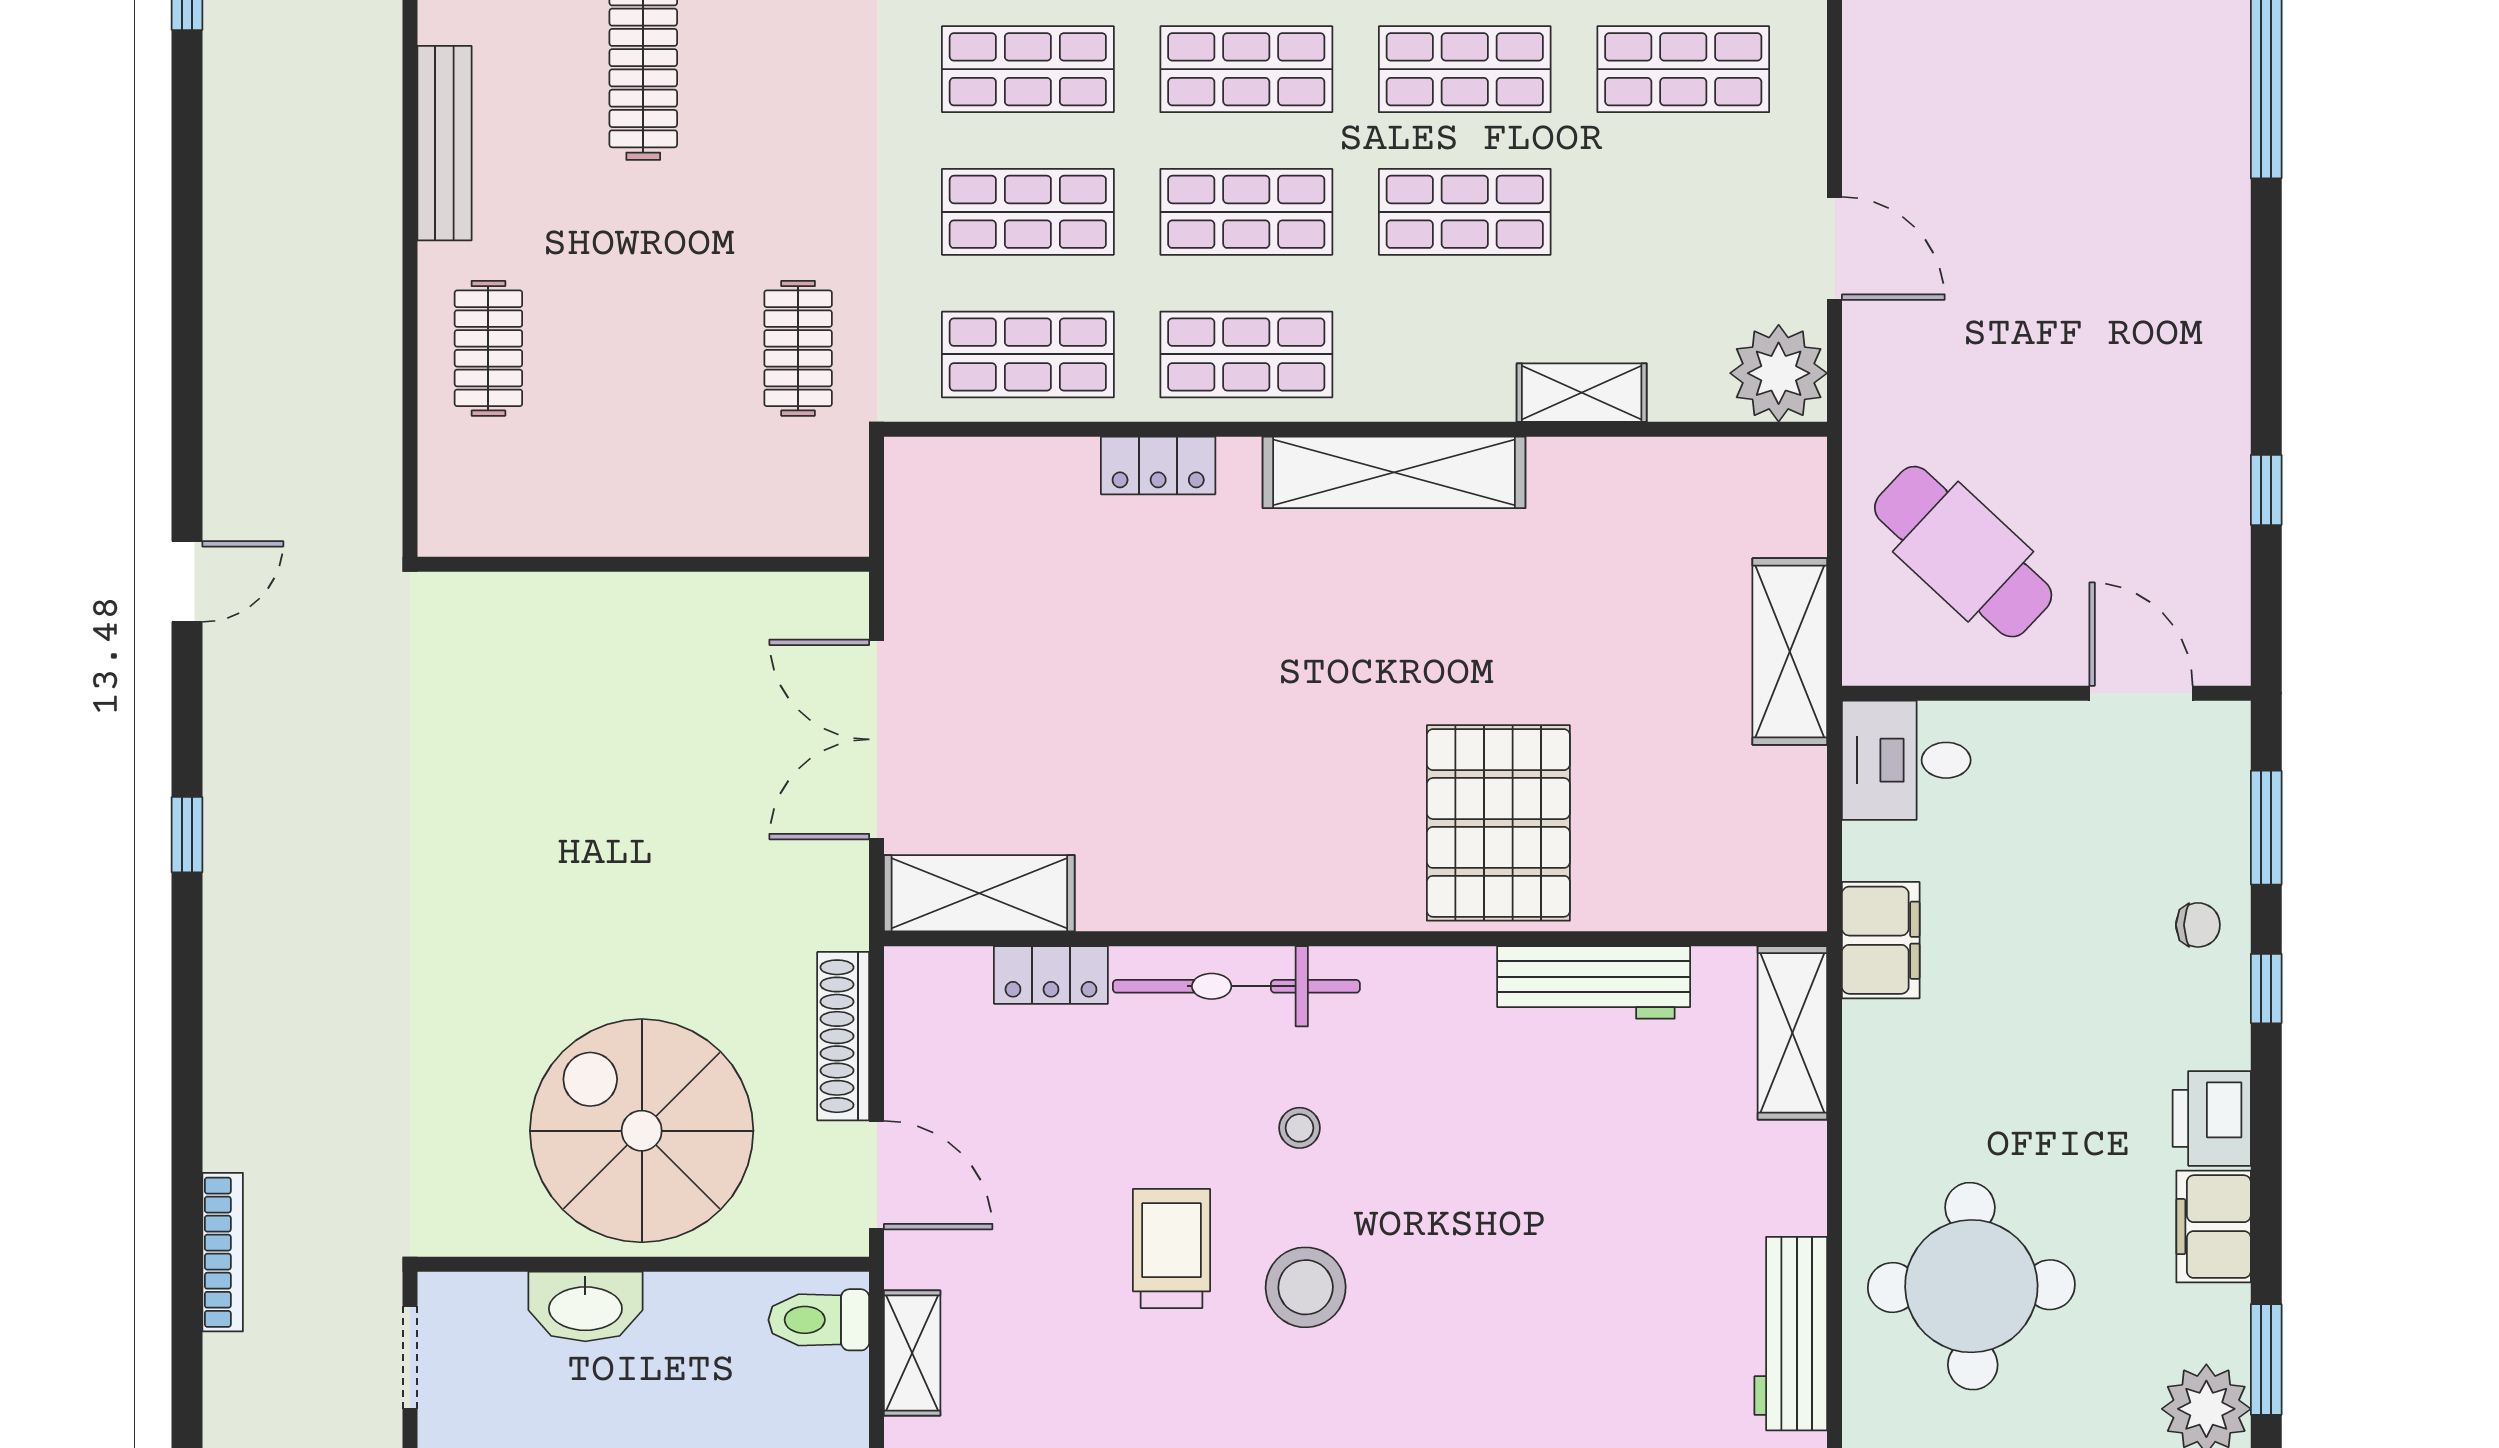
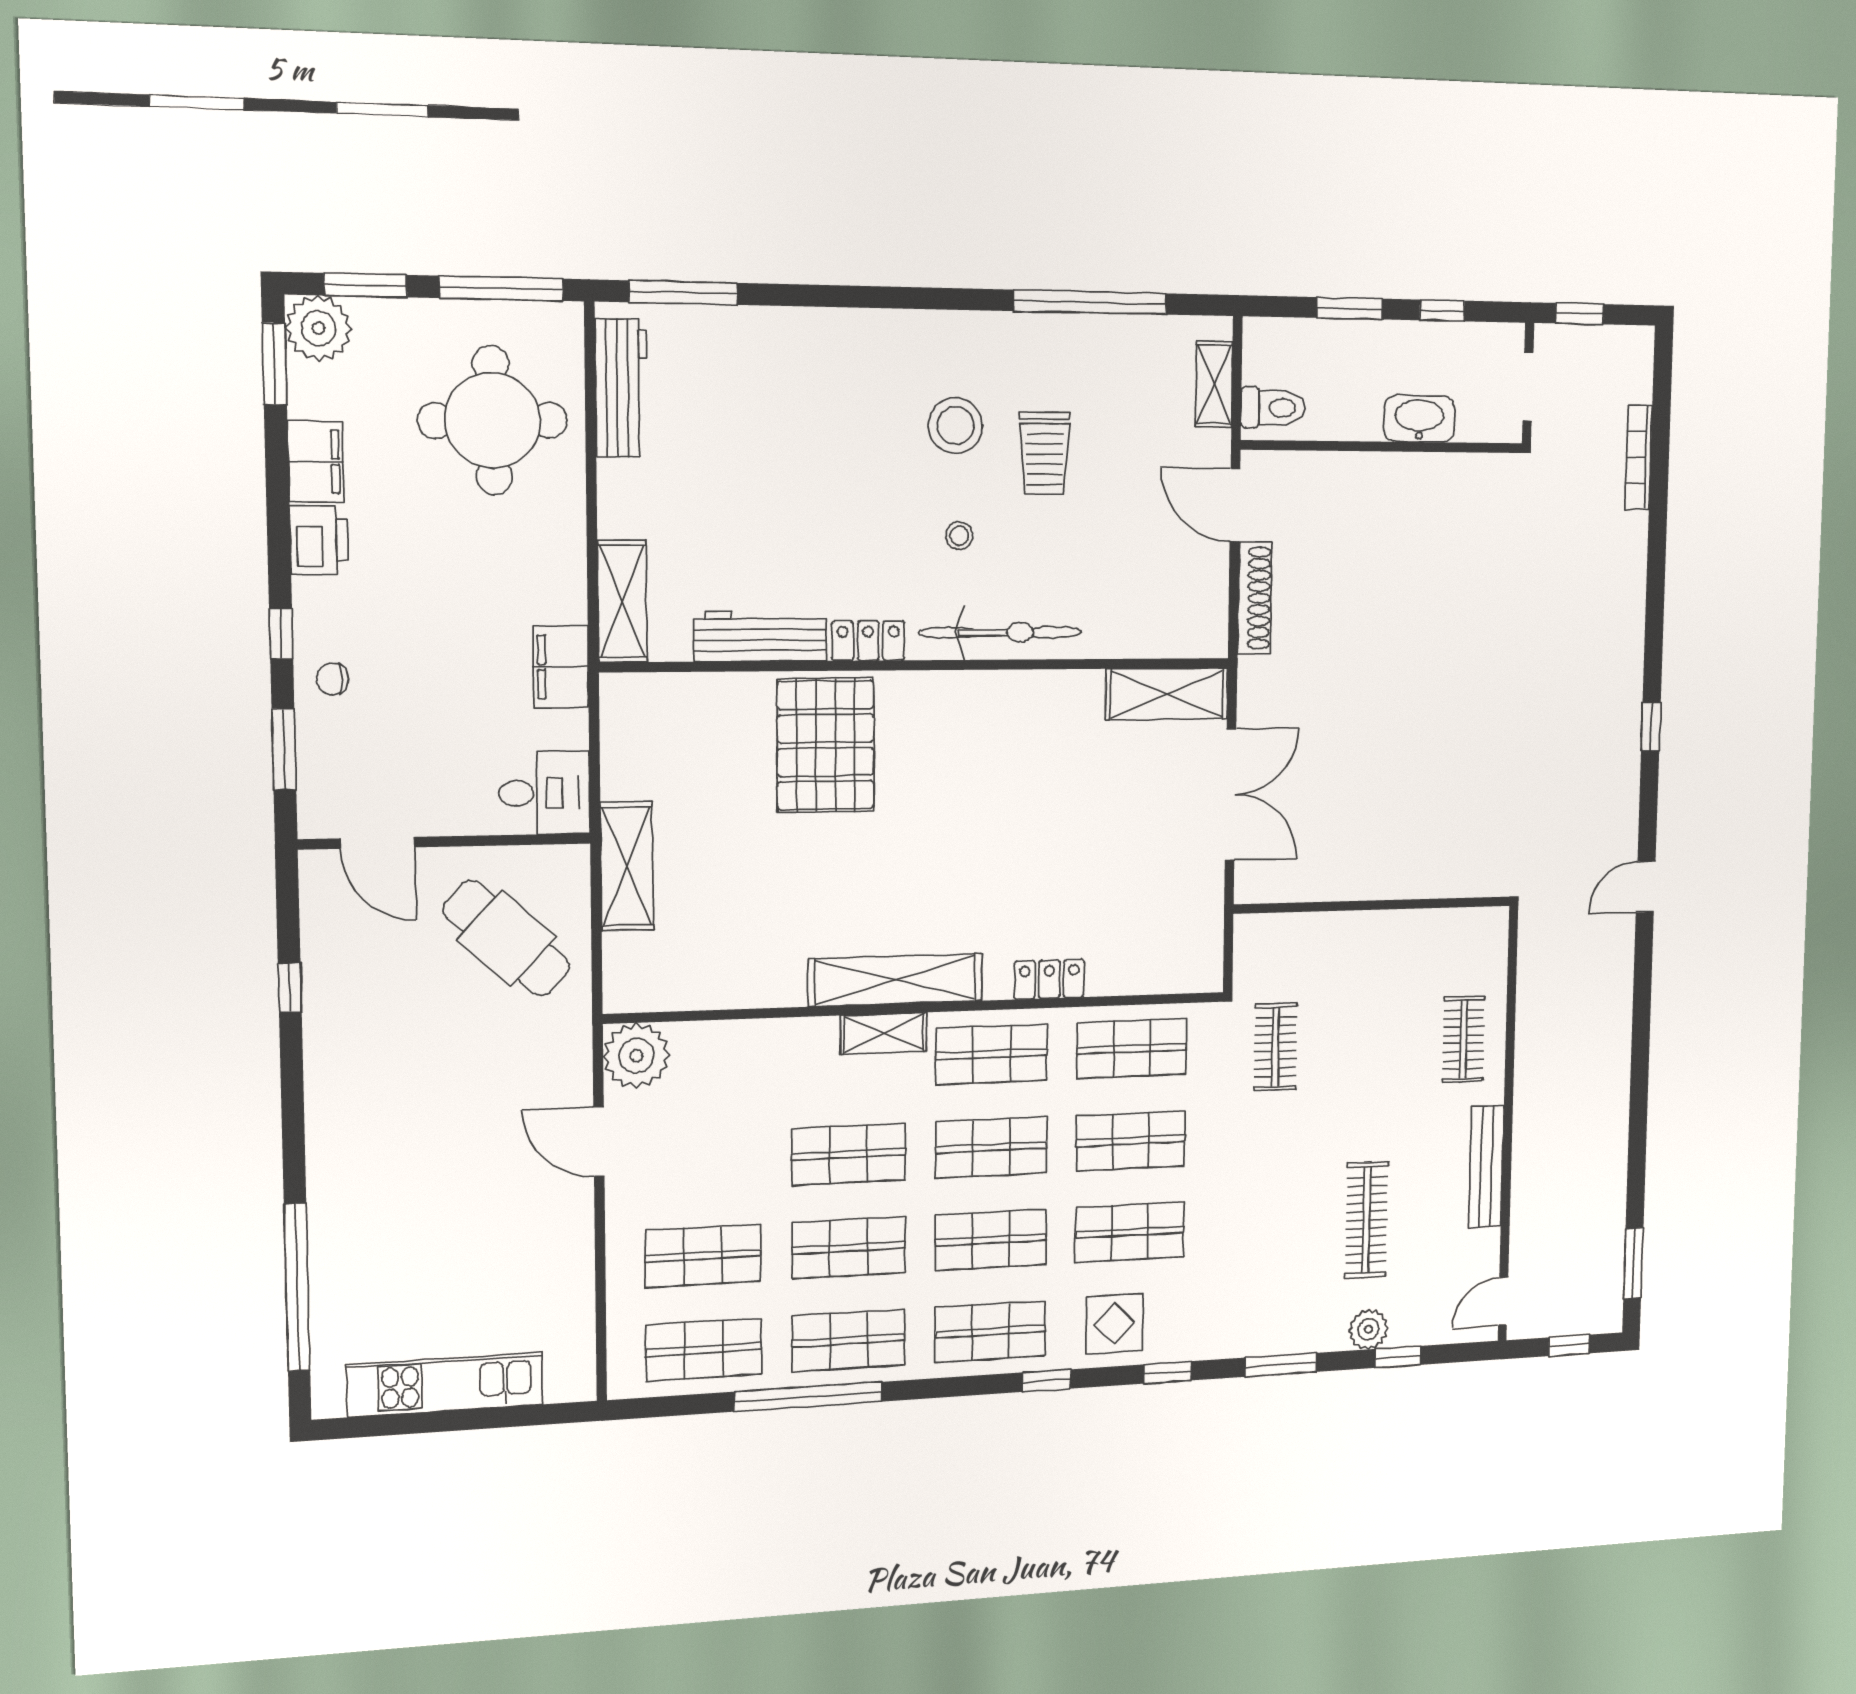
shelving: (1582, 393) -> (884, 1033), moved
locker: (1051, 975) -> (868, 641), moved
spiral stairs: (642, 1131) -> (1382, 535), removed

